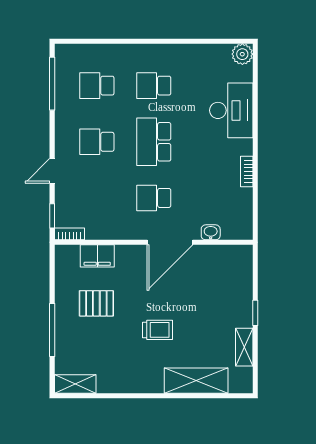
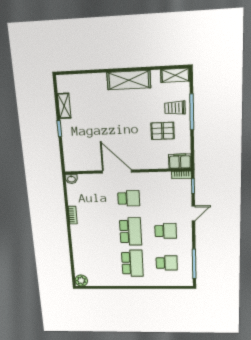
school desk: (154, 86) -> (132, 263), width x1.85
desk: (231, 110) -> (85, 250), removed
washbasin: (211, 232) -> (71, 179), moved
door: (170, 242) -> (117, 172), hinge flipped
filing cabinet: (97, 256) -> (180, 161), moved
trolley: (157, 330) -> (175, 108), moved
shelving: (196, 381) -> (129, 80), moved

